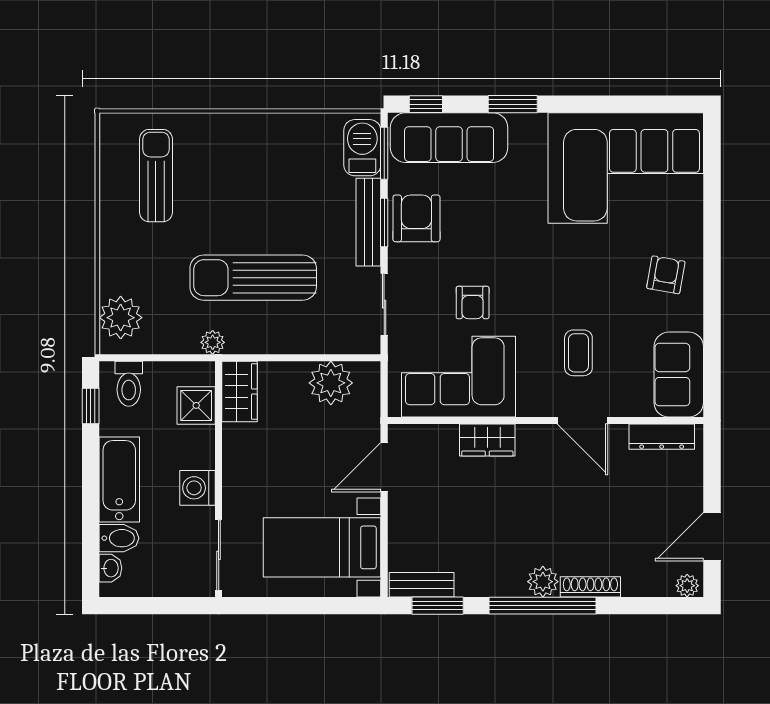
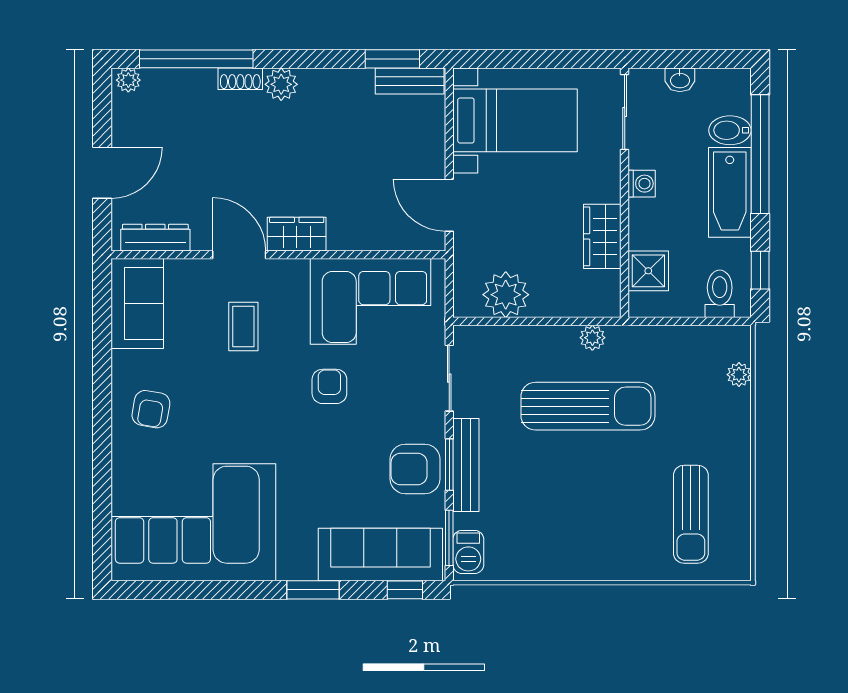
barbecue: (362, 148) -> (468, 552), width x0.73, depth x0.79
armchair: (416, 218) -> (415, 469), turned 90
armchair: (473, 303) -> (329, 386), moved
plant: (121, 318) -> (739, 375), width x0.53, depth x0.53
plant: (213, 342) -> (592, 338), moved
wardrobe: (240, 392) -> (602, 236), moved
wardrobe: (487, 440) -> (297, 234), moved
door: (384, 467) -> (449, 205), swing flipped
washing machine: (198, 488) -> (642, 184), width x0.73, depth x0.73
window: (91, 516) -> (760, 154), added
door: (712, 537) -> (102, 173), moved
washbasin: (110, 568) -> (680, 80), moved, turned -90
shoe rack: (590, 587) -> (240, 79), width x0.70
window: (543, 606) -> (196, 59), moved

